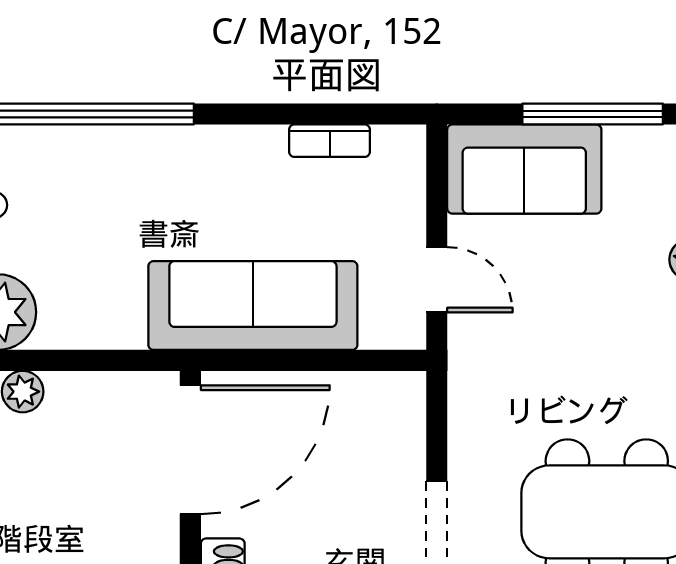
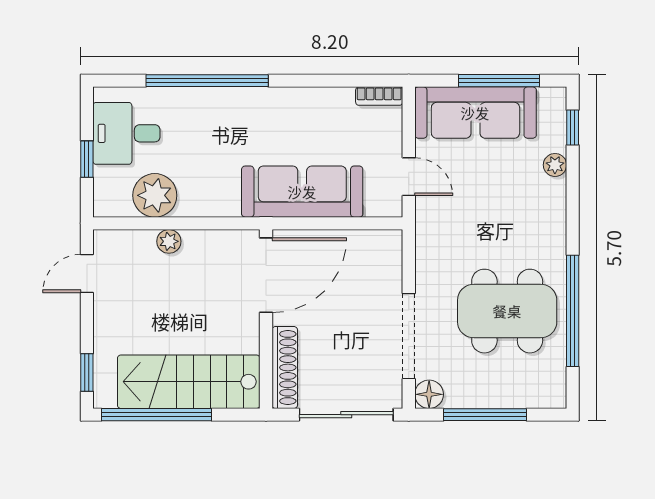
bookcase: (330, 141) -> (379, 96), moved
sofa: (524, 169) -> (475, 113), width x1.36

